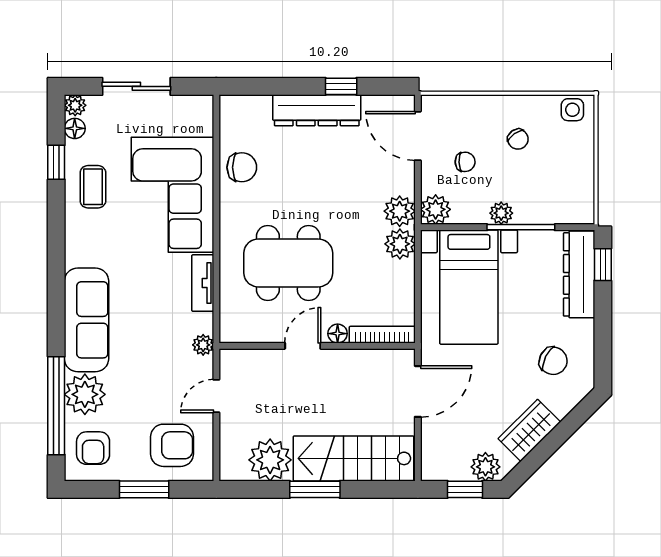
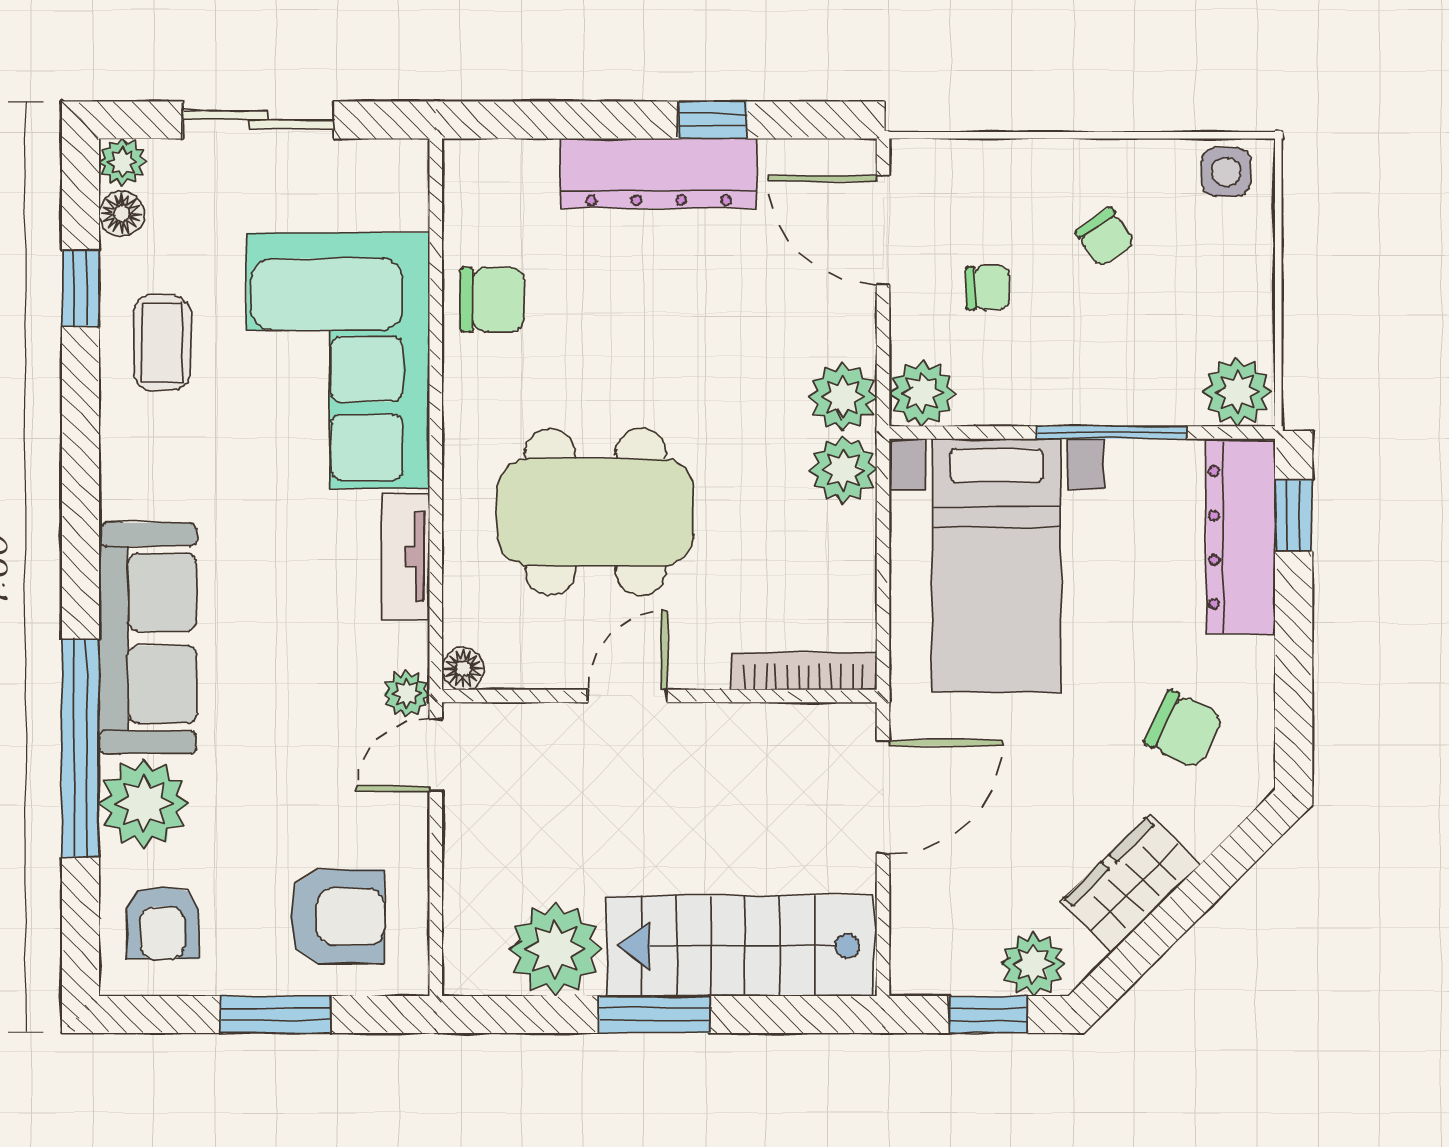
plant: (501, 213) -> (1237, 392), moved, width x1.38, depth x1.38
floor lamp: (338, 334) -> (463, 669), moved
door: (216, 396) -> (436, 755), moved
window: (56, 406) -> (80, 748), moved

